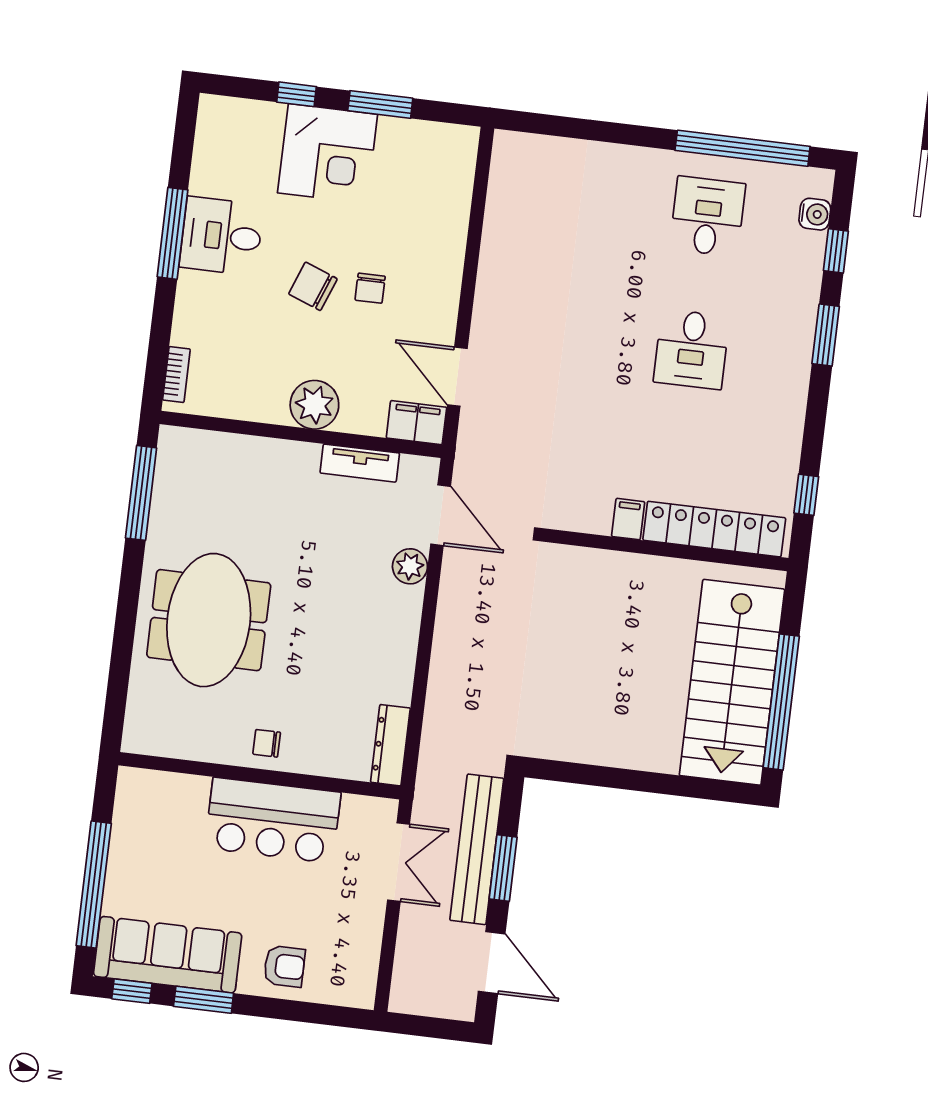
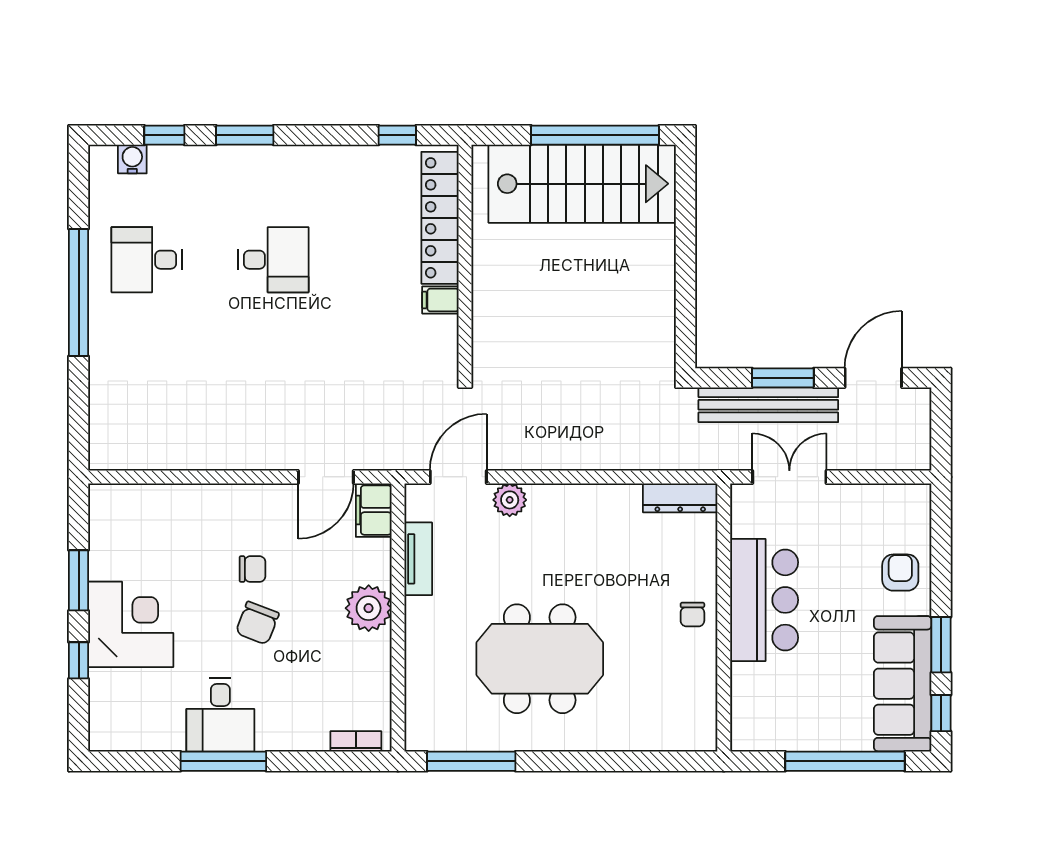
window: (743, 148) -> (79, 293), moved
meeting table: (209, 620) -> (540, 659), moved

